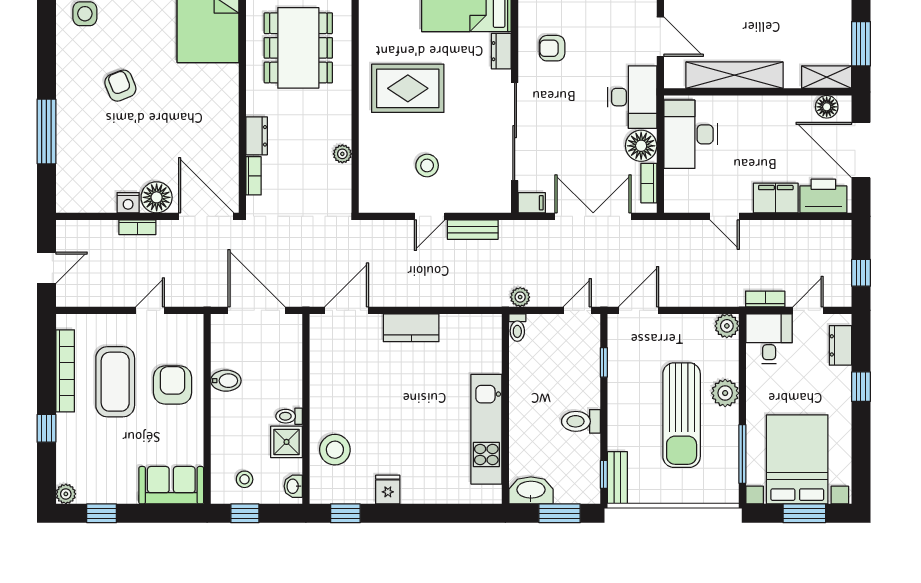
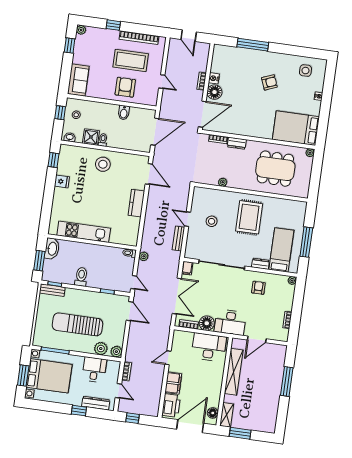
desk: (769, 339) -> (94, 370), moved, turned -90
dresser: (840, 345) -> (96, 403), width x1.44
armchair: (173, 385) -> (125, 87), turned -90
plant: (725, 393) -> (101, 349), moved
stool: (335, 450) -> (103, 164), moved

